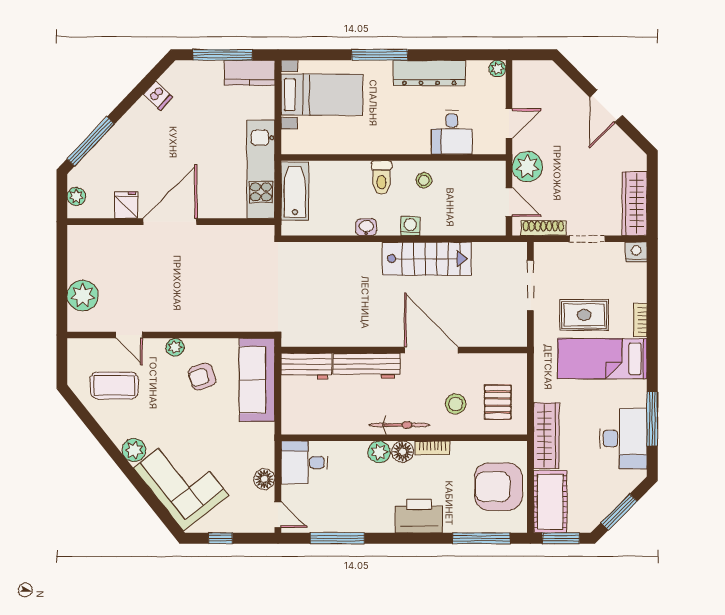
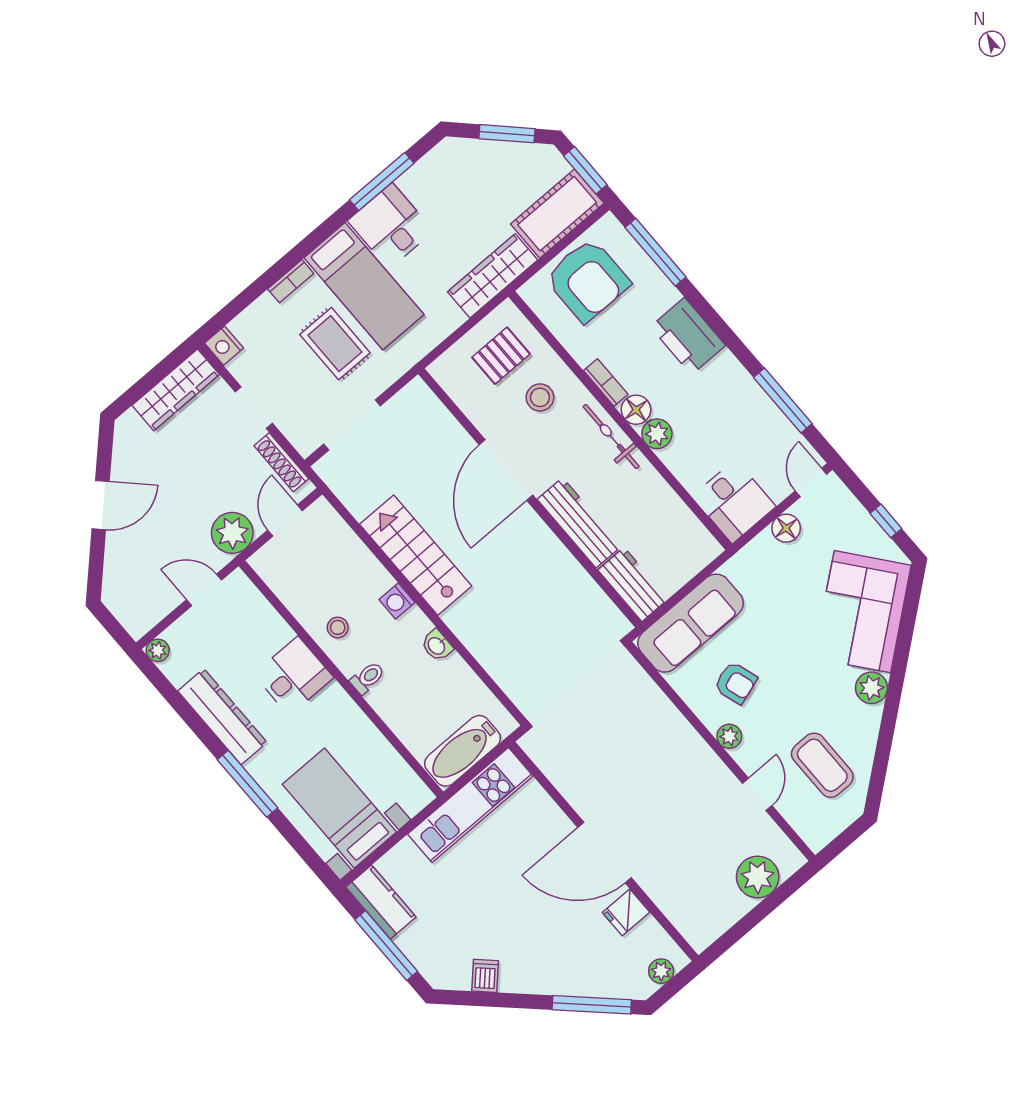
desk: (452, 132) -> (294, 676), moved
toilet: (381, 177) -> (367, 678), width x0.73, depth x0.72
desk: (623, 439) -> (391, 226), moved, width x0.73

